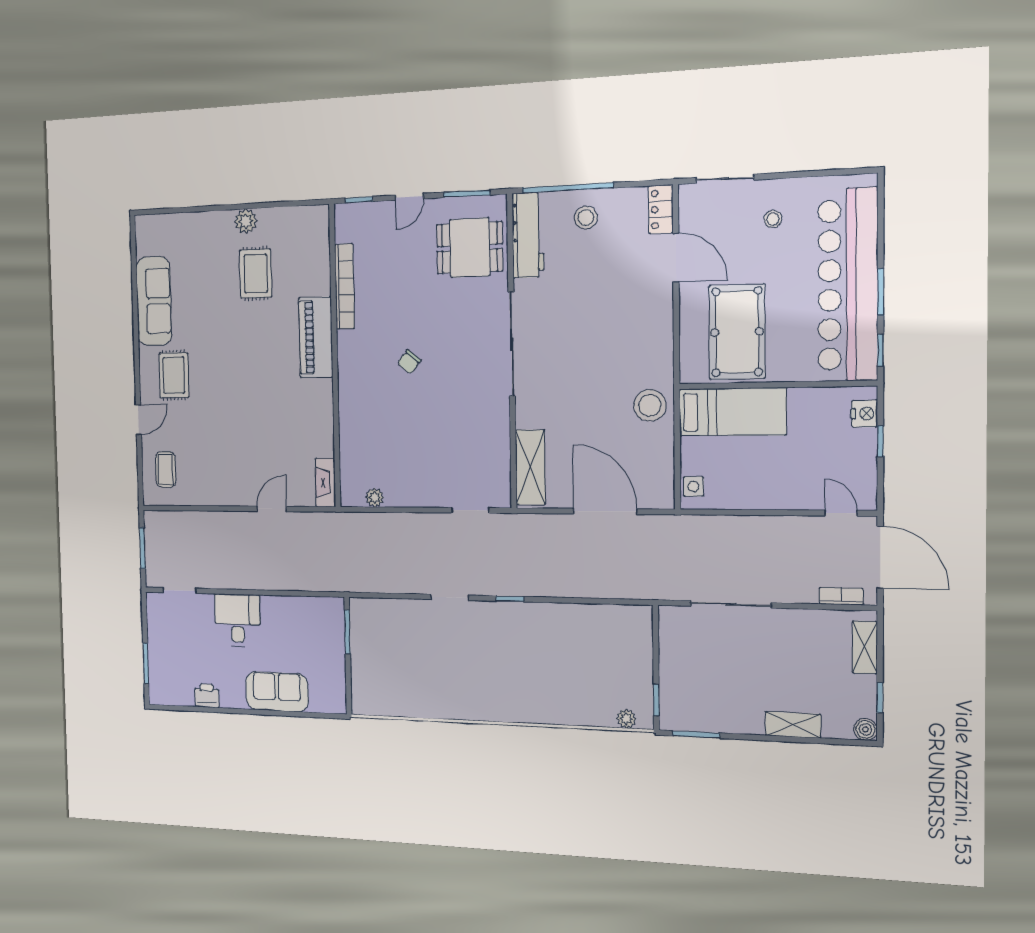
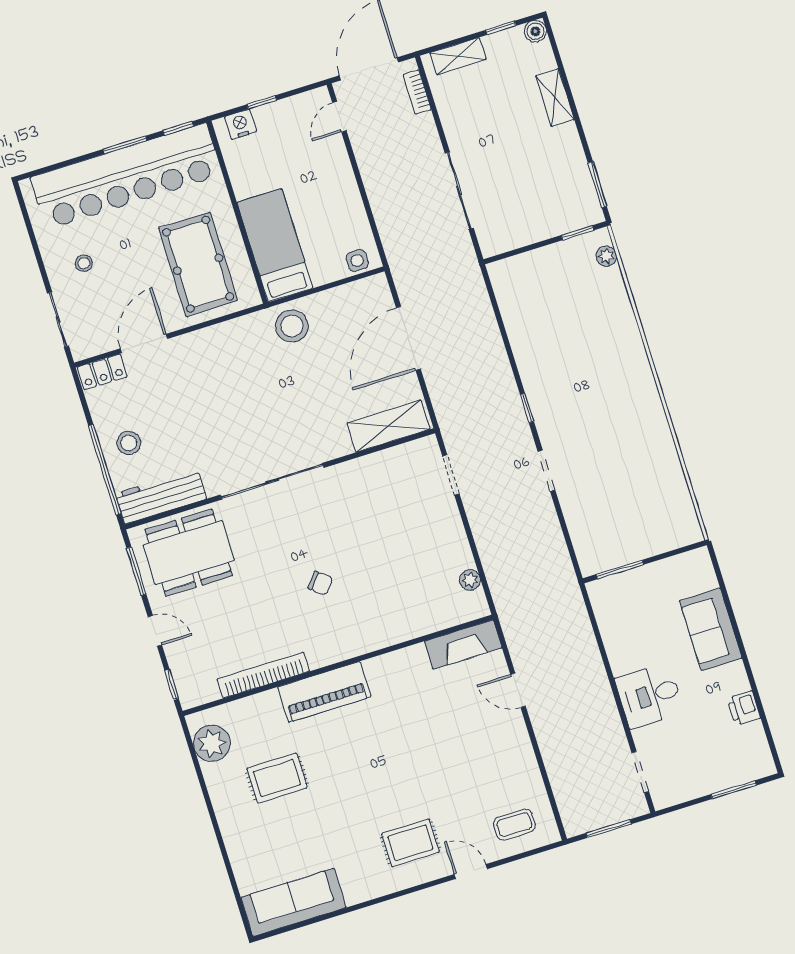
plant: (246, 221) -> (212, 743), moved, width x1.36, depth x1.36
dining table: (470, 248) -> (189, 553), width x1.38
sofa: (154, 301) -> (293, 902), moved
pool table: (737, 332) -> (198, 264), turned 90
fireplace: (325, 483) -> (463, 645), width x1.37, depth x1.32

